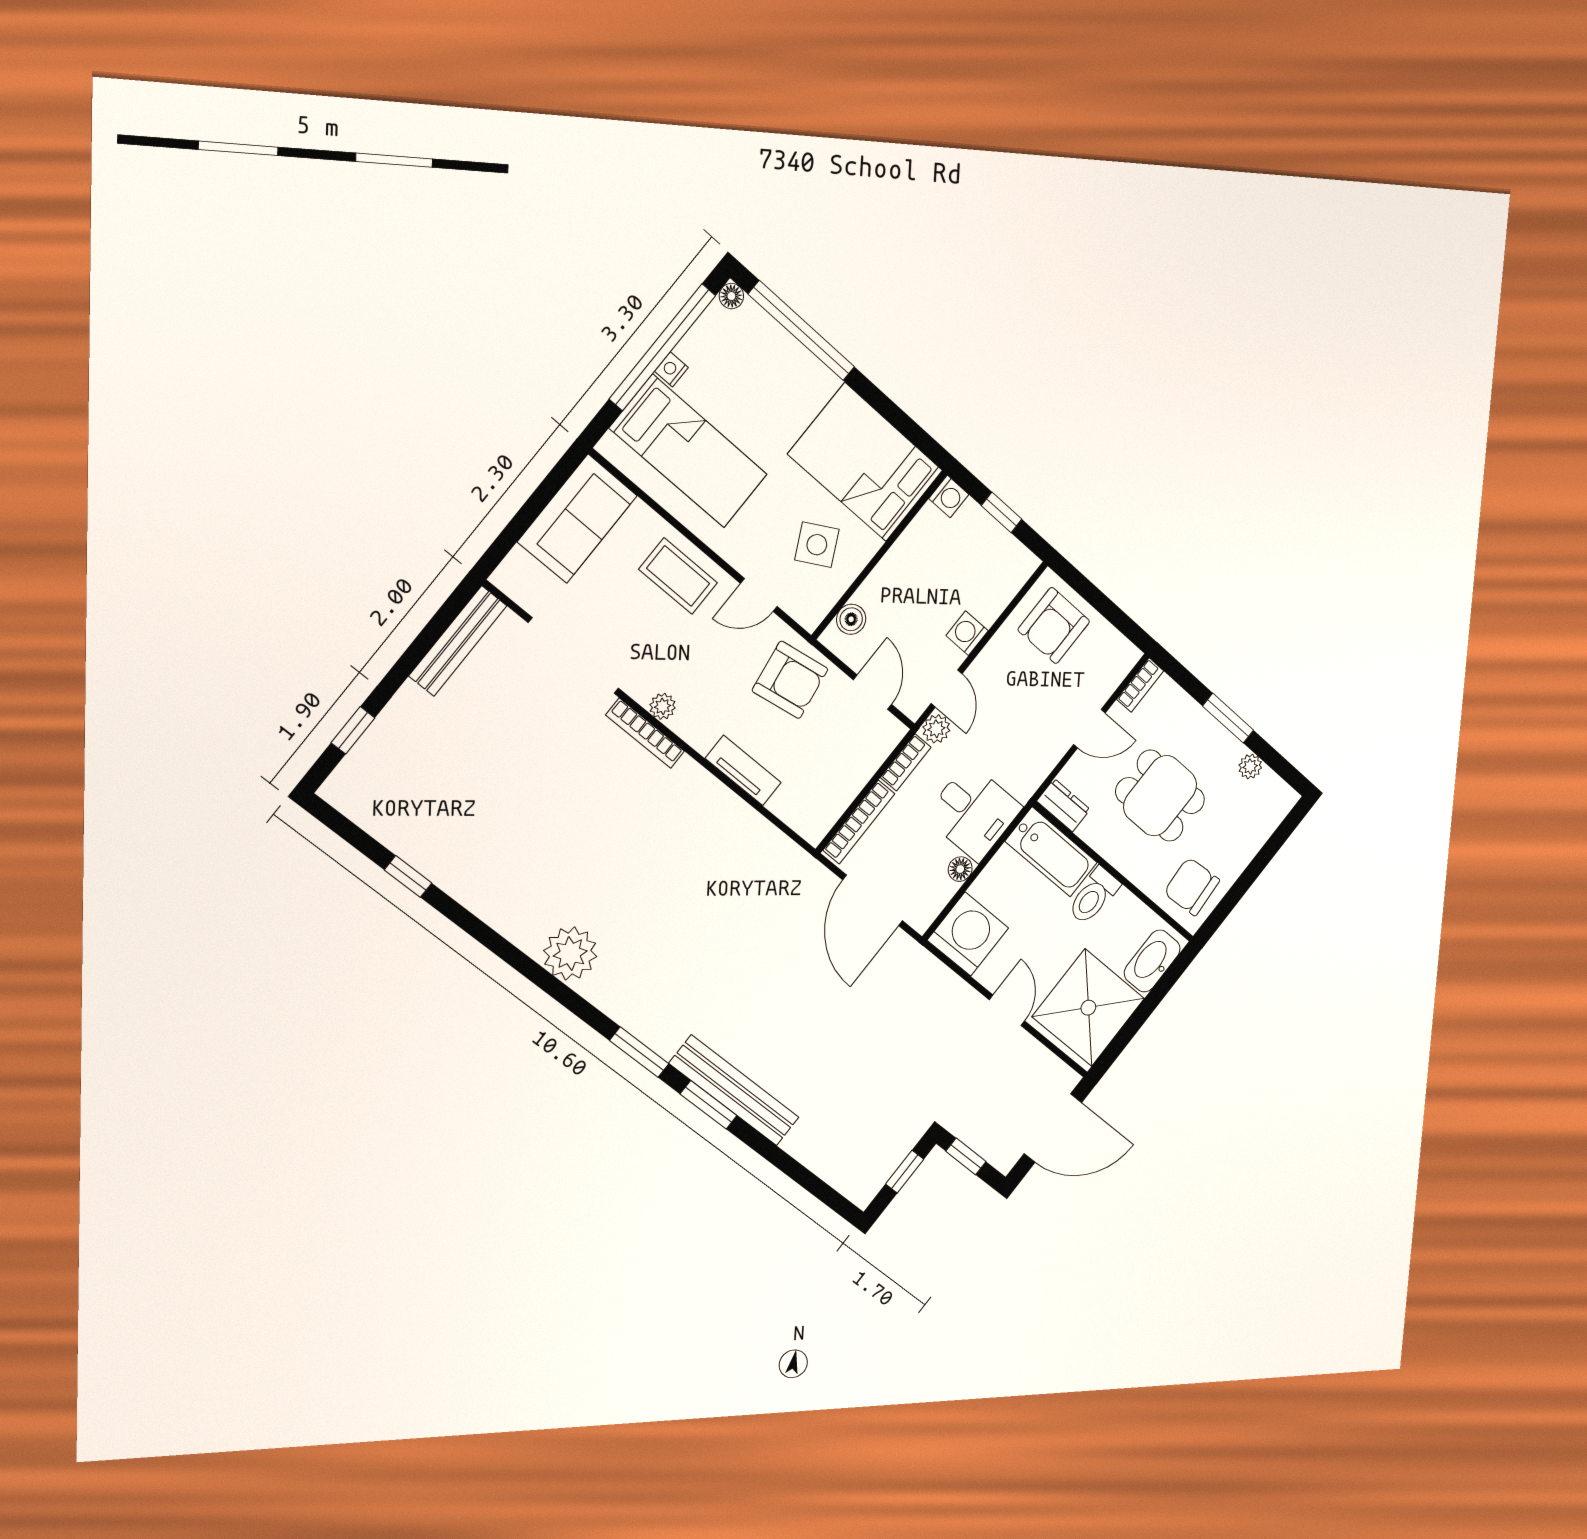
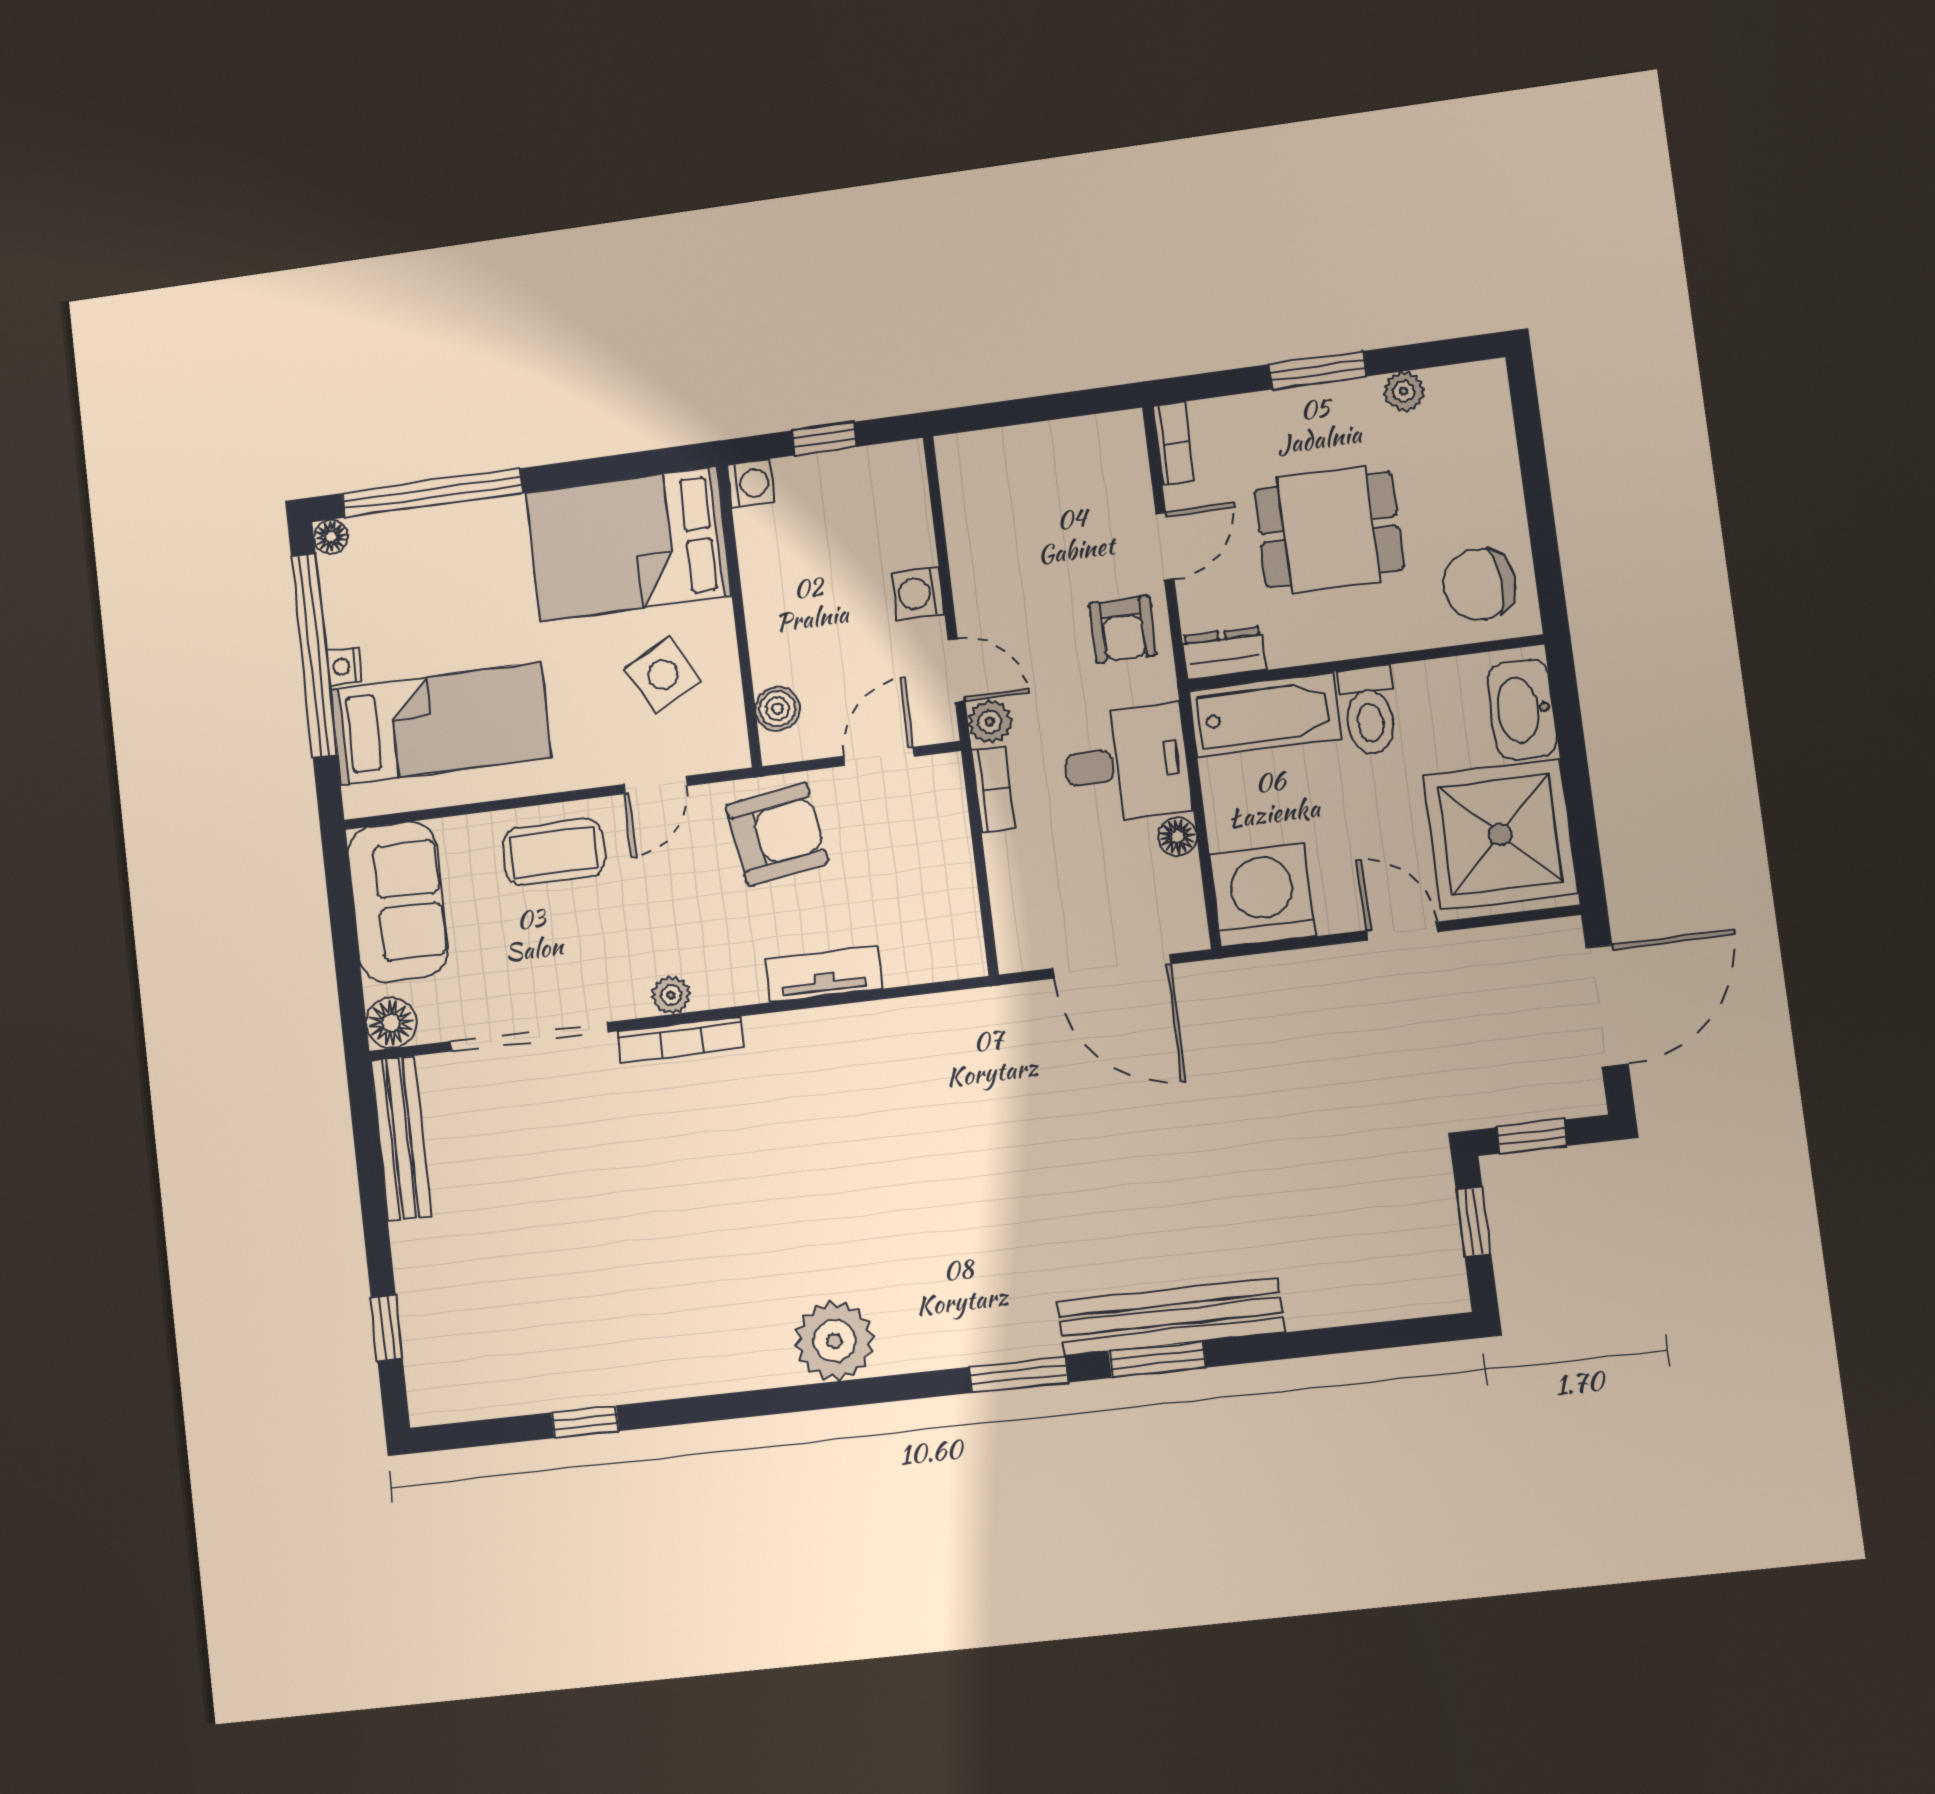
floor lamp: (512, 577) -> (391, 1023), added
armchair: (1054, 626) -> (1123, 629), moved, width x0.72, depth x0.72
door: (873, 692) -> (879, 756), hinge flipped
bookcase: (859, 822) -> (1007, 901), removed

